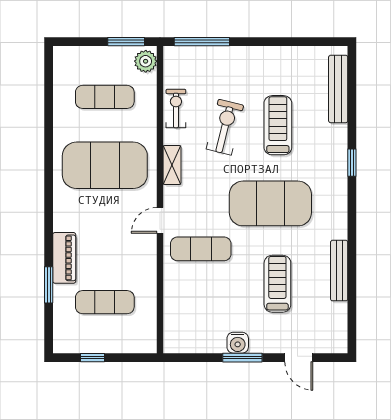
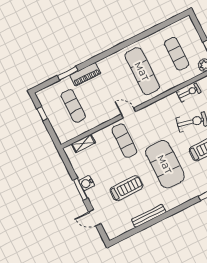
exercise mat: (105, 165) -> (142, 71), width x0.68
shelving: (172, 165) -> (83, 143), moved
door: (299, 358) -> (95, 218), hinge flipped

